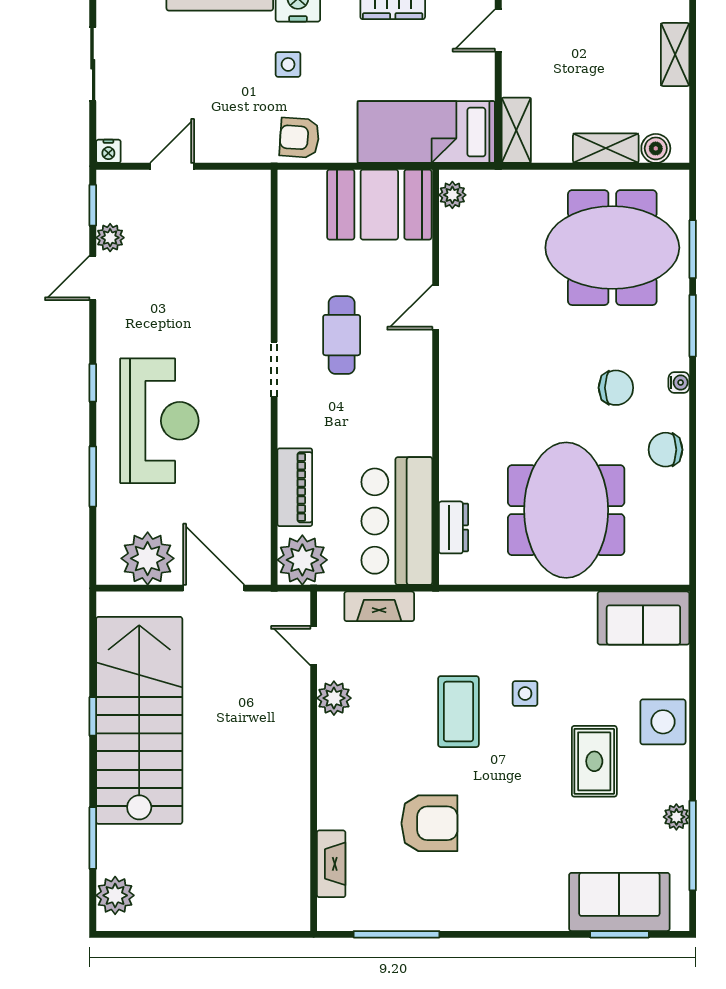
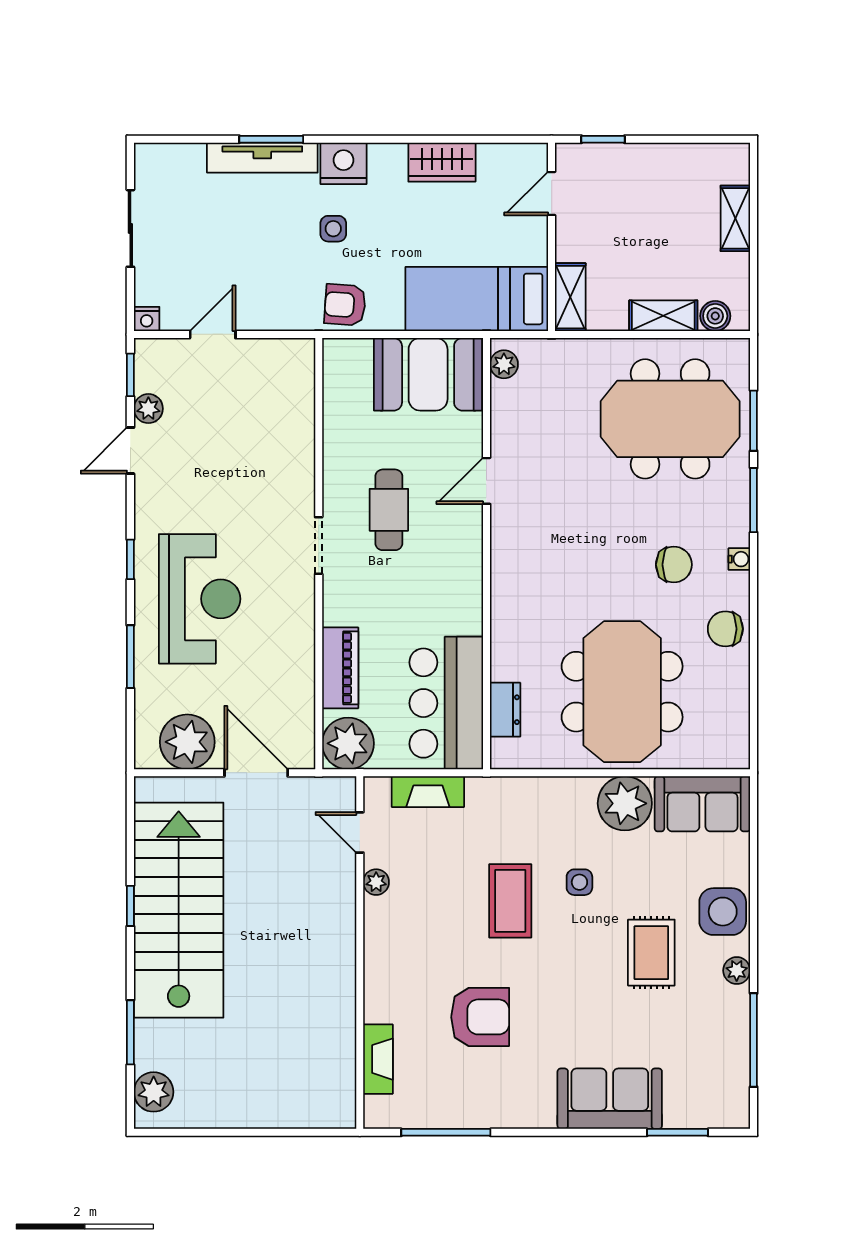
plant: (569, 618) -> (625, 803), added
plant: (334, 698) -> (376, 882), width x0.73, depth x0.73
plant: (676, 817) -> (737, 971), moved
sofa: (619, 902) -> (610, 1099), moved

